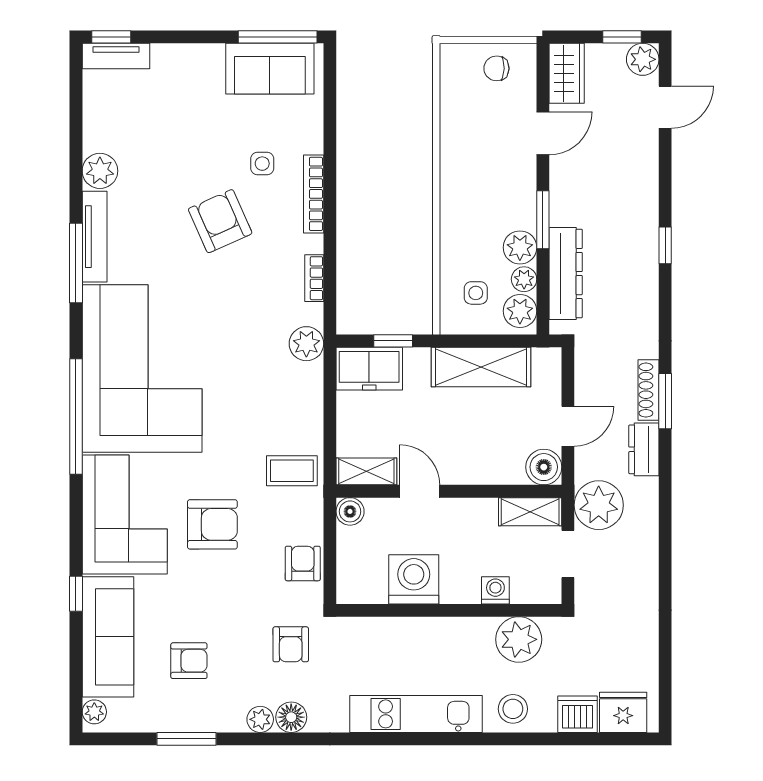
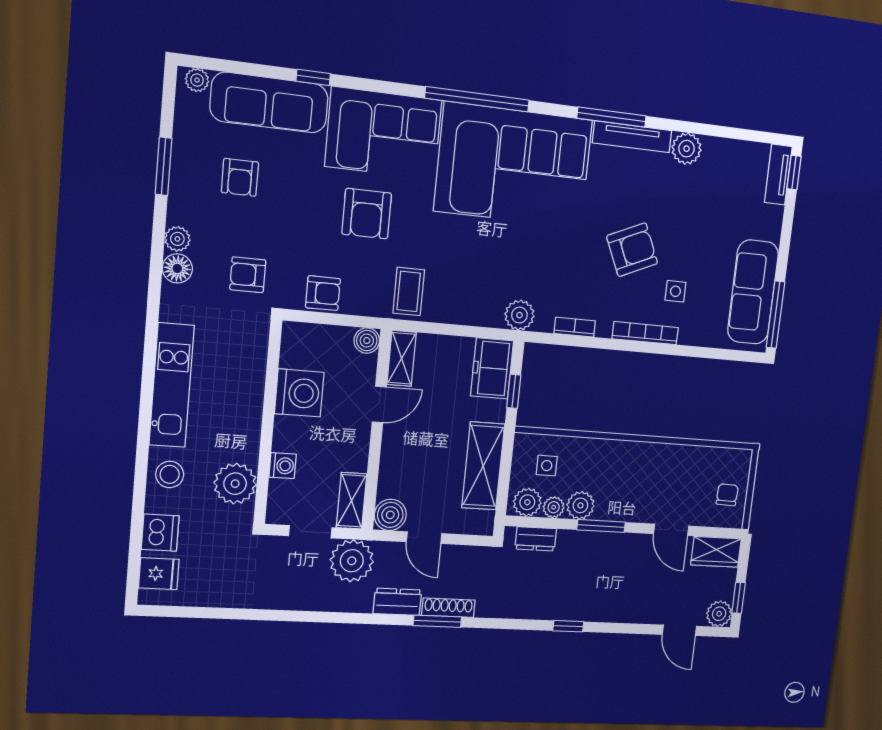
sofa: (270, 69) -> (753, 292), width x1.36
dresser: (566, 274) -> (536, 539), width x0.51, depth x0.80
fridge: (623, 712) -> (159, 574), width x0.72

